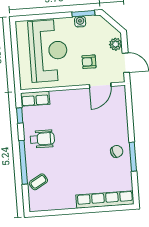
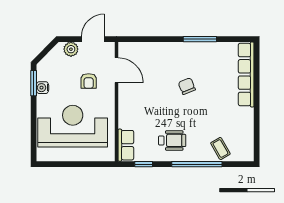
wheelchair: (42, 139) -> (172, 140), turned 90
chair: (117, 151) -> (187, 86), moved

